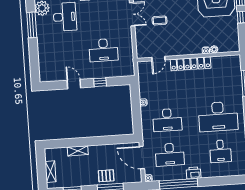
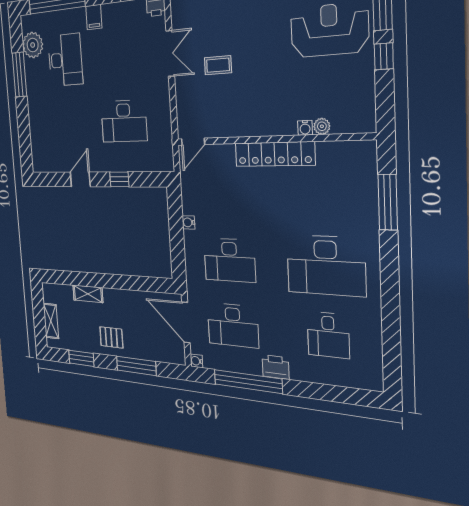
door: (158, 59) -> (193, 142), moved
door: (74, 84) -> (80, 179), hinge flipped
pallet: (106, 176) -> (111, 337), moved

